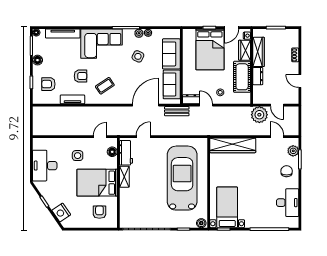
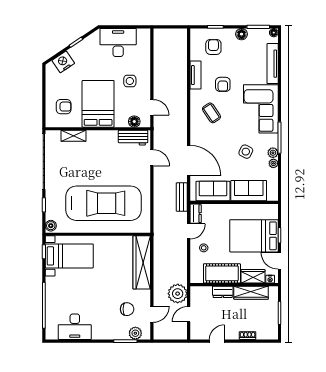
chair: (287, 171) -> (127, 309), moved
shelving: (124, 177) -> (73, 136), moved

